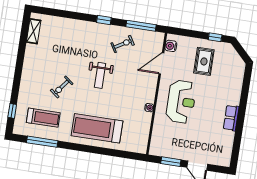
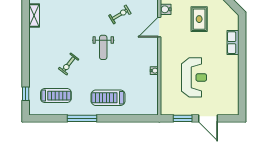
reception desk: (181, 102) -> (194, 77), moved
row of seats: (231, 118) -> (233, 43), moved
treadmill: (97, 128) -> (108, 98), width x0.73, depth x0.73
window: (42, 142) -> (82, 118), moved

